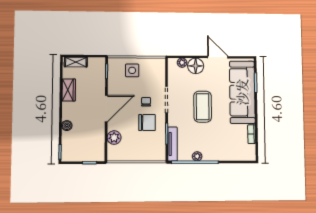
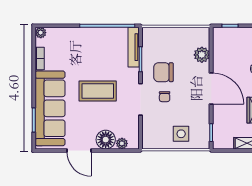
coffee table: (203, 107) -> (98, 91), turned 90
door: (106, 109) -> (211, 89), swing flipped
plant: (197, 156) -> (41, 33), moved

